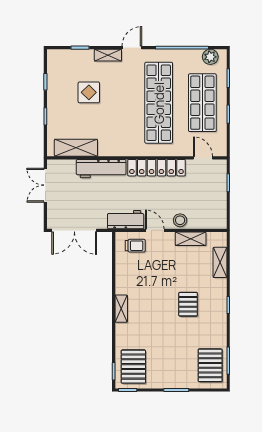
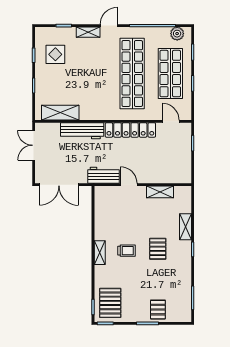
display table: (89, 92) -> (55, 54), moved
stool: (180, 220) -> (151, 176), removed
trolley: (135, 246) -> (127, 251), moved
shelving: (220, 262) -> (186, 227), moved
pallet: (210, 365) -> (158, 310), moved, width x0.67, depth x0.71

